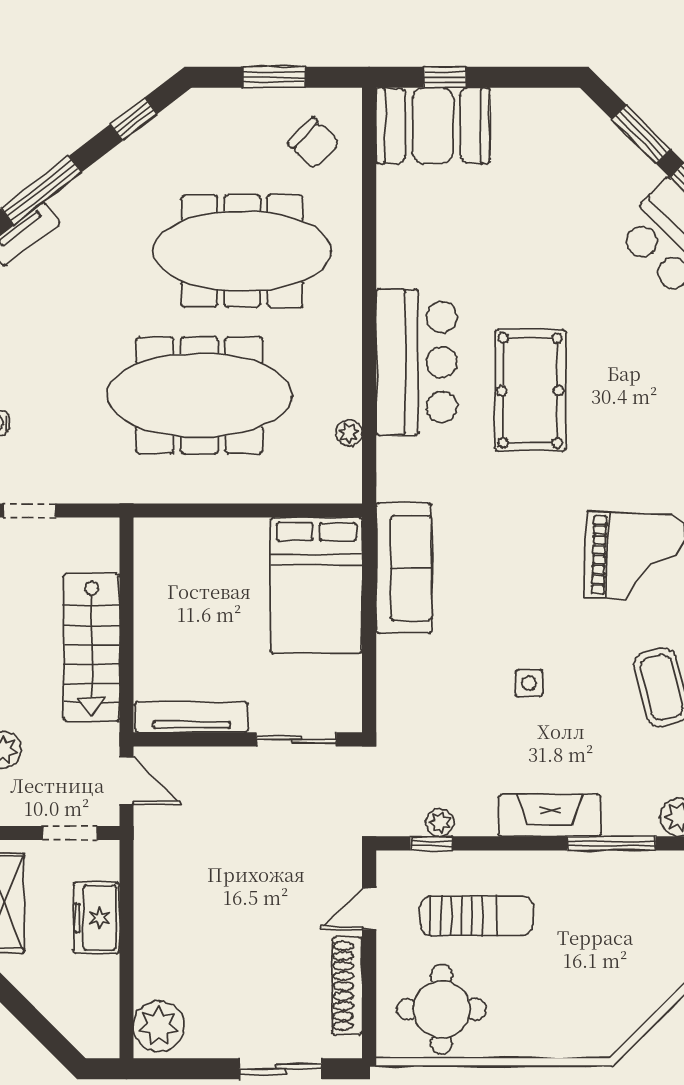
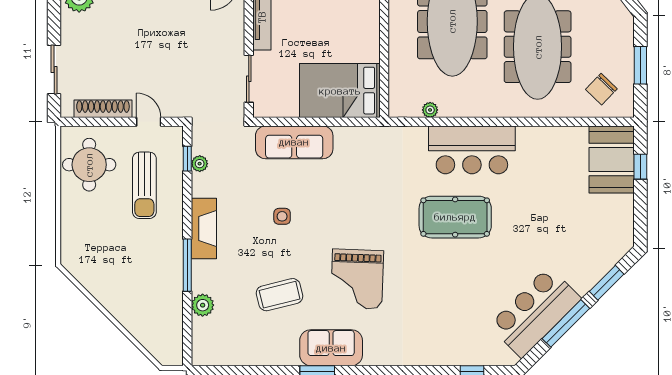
sofa: (404, 568) -> (294, 142), moved

